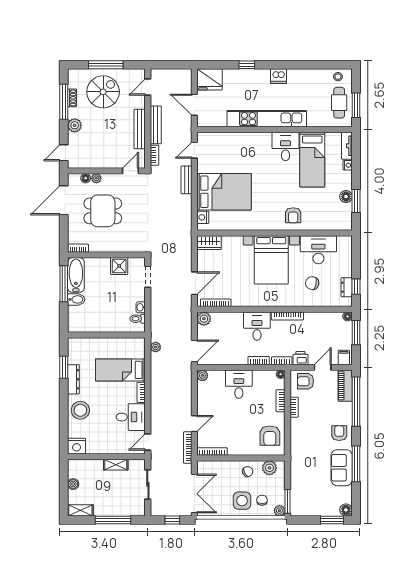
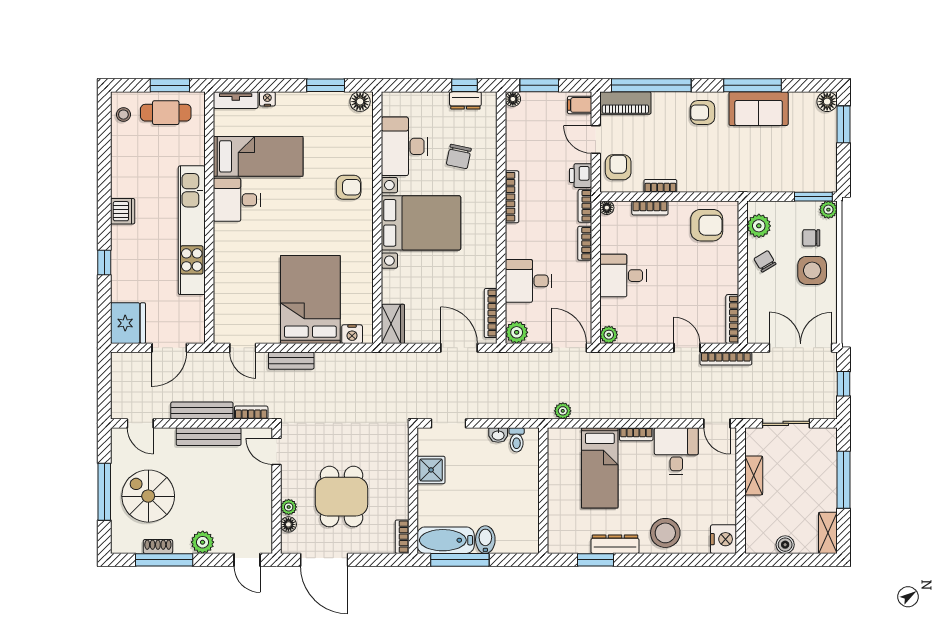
floor lamp: (346, 197) -> (360, 102), moved
desk: (257, 326) -> (529, 281), moved
armchair: (306, 381) -> (618, 167), turned 180

